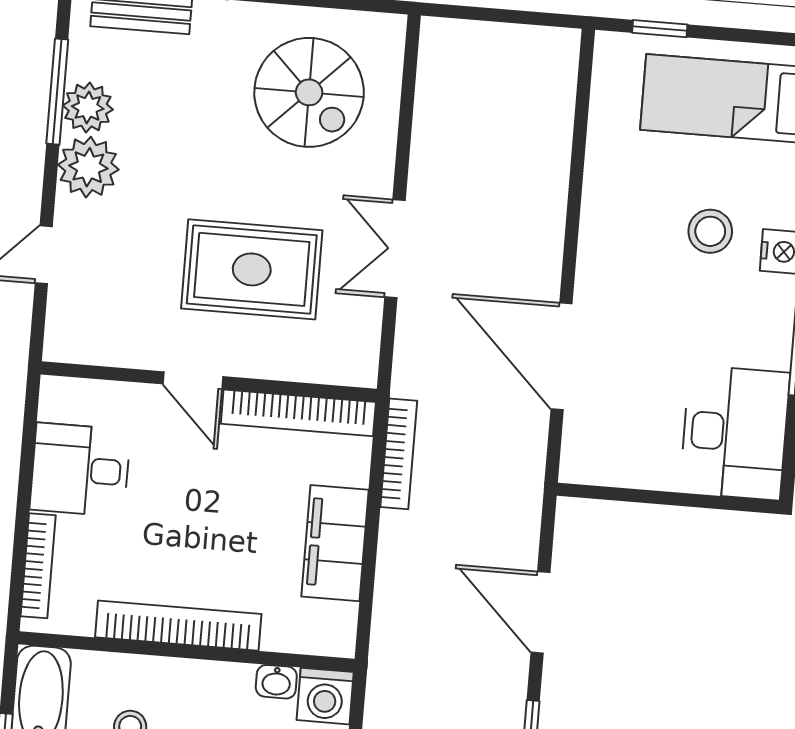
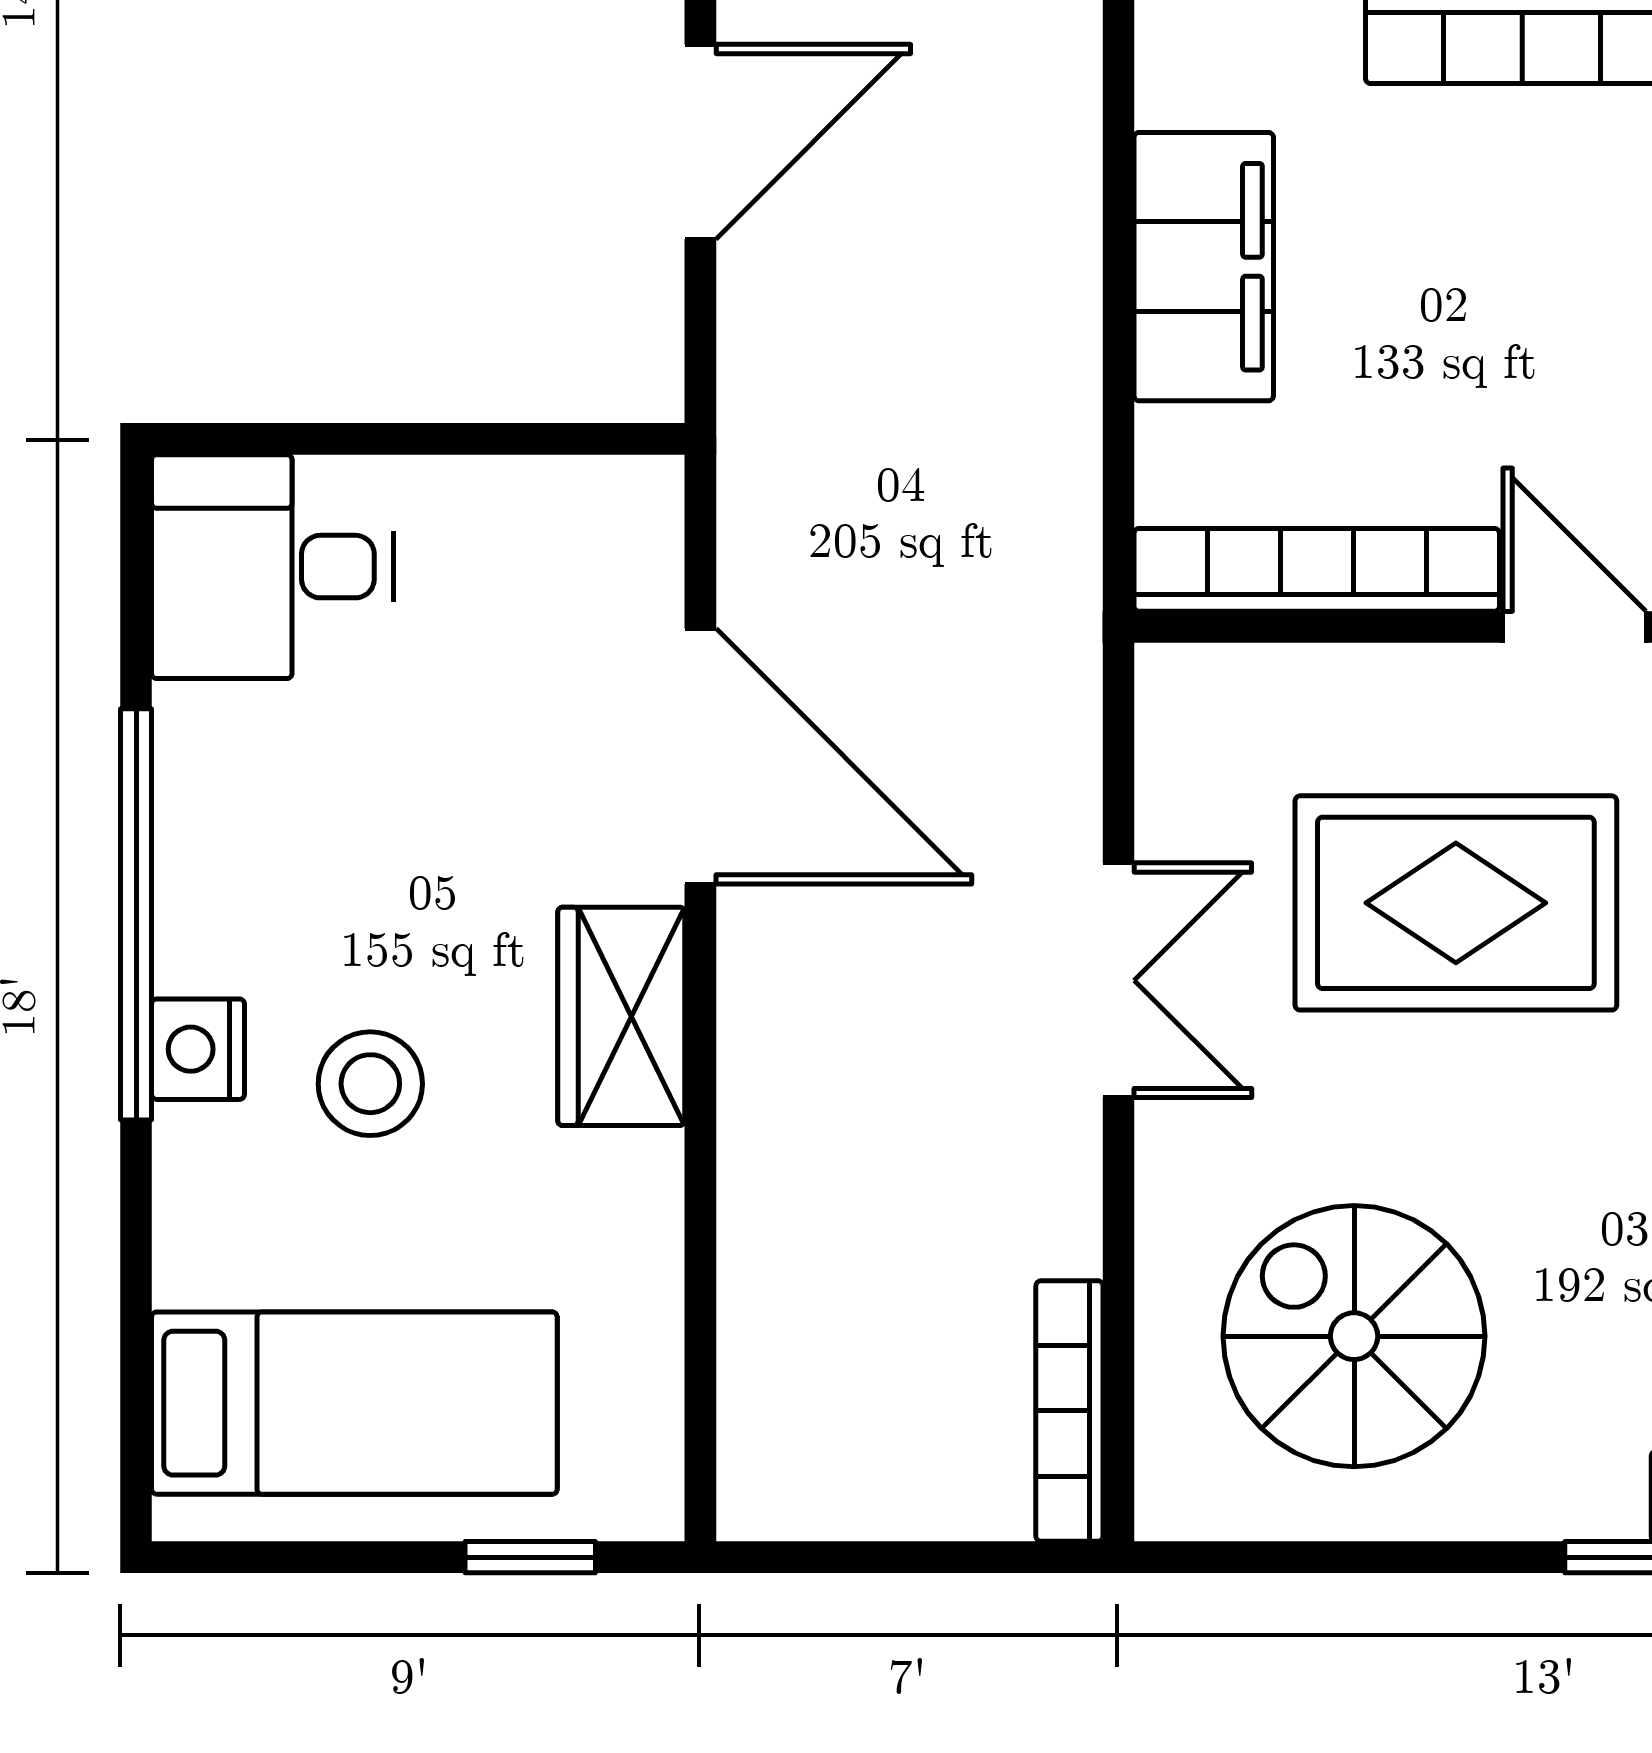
wardrobe: (603, 251) -> (621, 1016), added
desk: (735, 433) -> (273, 567), width x0.73
bookcase: (399, 454) -> (1069, 1411), moved
door: (540, 612) -> (700, 142), hinge flipped

